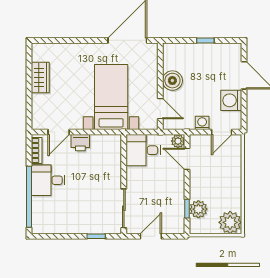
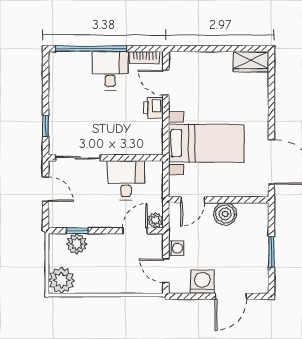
window: (205, 40) -> (271, 252), width x1.50
wardrobe: (40, 77) -> (251, 62), moved
desk: (143, 150) -> (126, 180), moved

